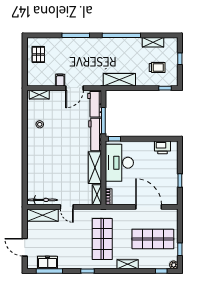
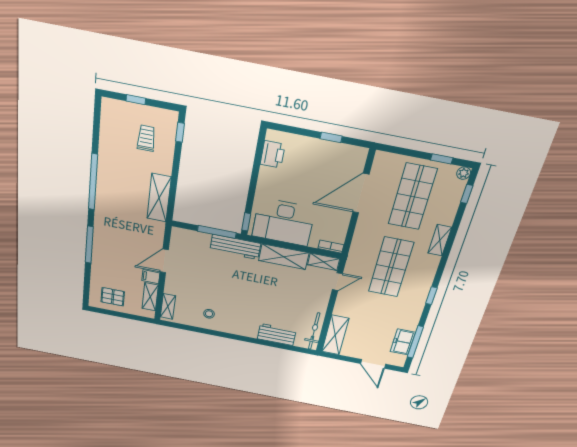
shelving: (153, 42) -> (150, 297), moved
door: (74, 88) -> (164, 261), swing flipped
workbench: (95, 104) -> (277, 335), moved, turned 180
door: (67, 207) -> (337, 282), moved
shop shelf: (102, 239) -> (391, 267), turned 90
door: (25, 247) -> (373, 364), hinge flipped

